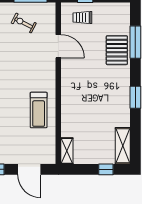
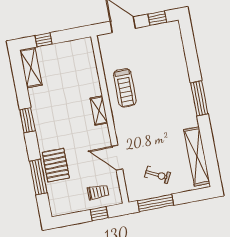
treadmill: (39, 110) -> (125, 88), turned 180
shelving: (67, 151) -> (99, 111), moved

